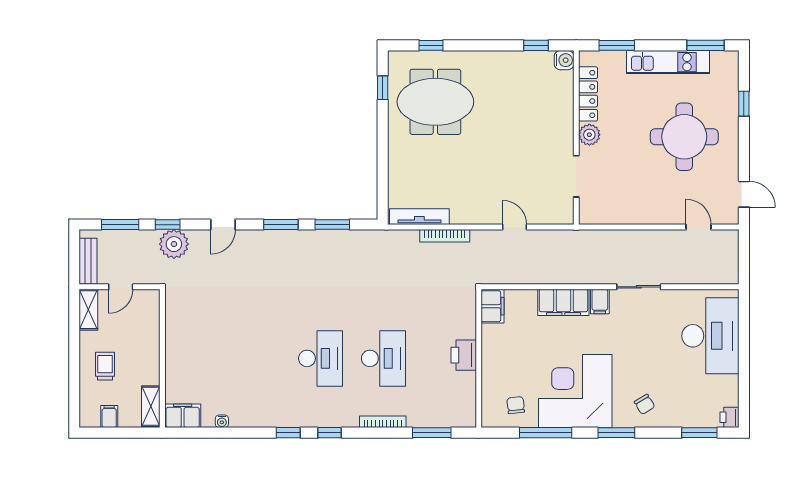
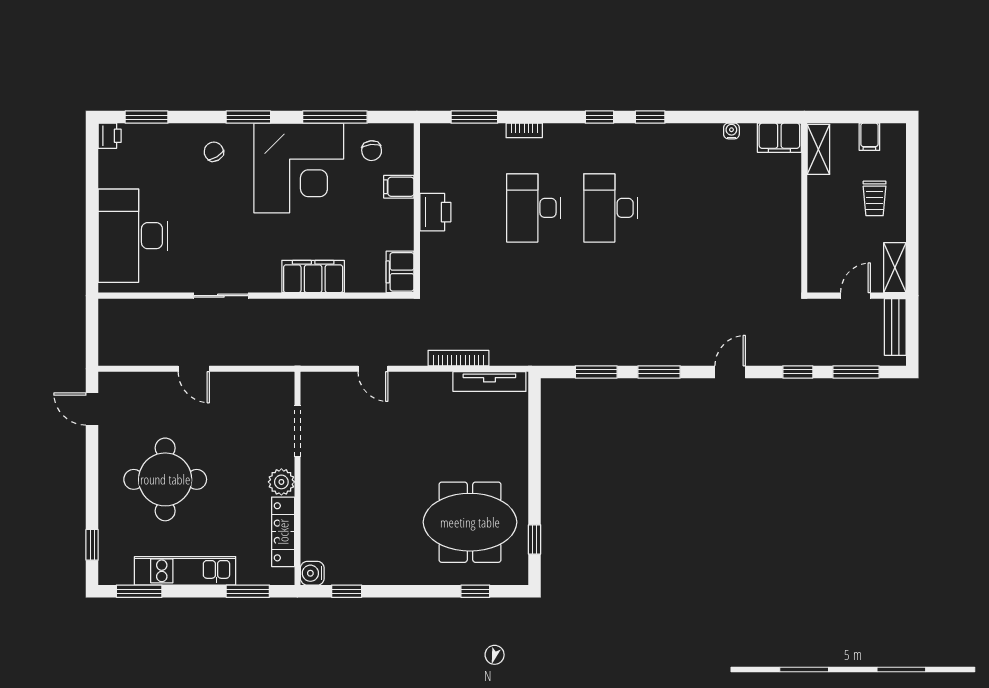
window: (744, 104) -> (92, 545), moved
door: (699, 227) -> (194, 369), moved
plant: (174, 244) -> (790, 348), removed
filing cabinet: (600, 302) -> (399, 187), moved, turned -90
bookcase: (383, 422) -> (524, 130), width x0.64

